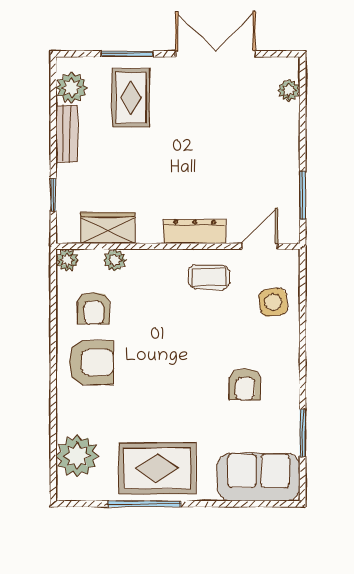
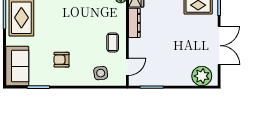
plant: (289, 90) -> (202, 76), width x1.87, depth x1.87
dresser: (195, 232) -> (134, 23), moved
door: (260, 246) -> (127, 67), hinge flipped

